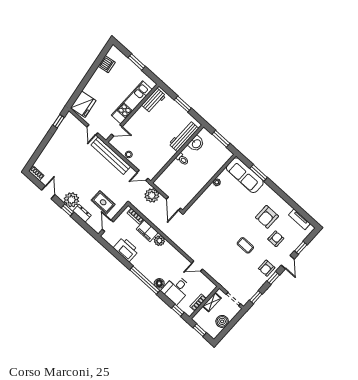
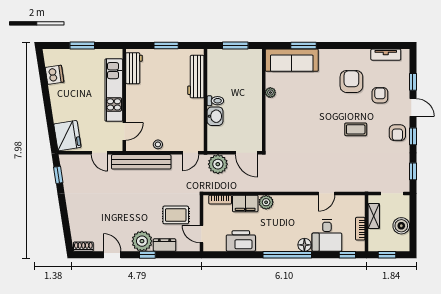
washbasin: (196, 144) -> (215, 116), moved
armchair: (267, 217) -> (351, 81), turned 180

